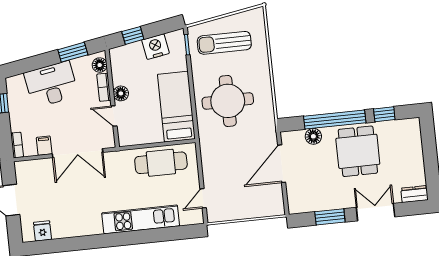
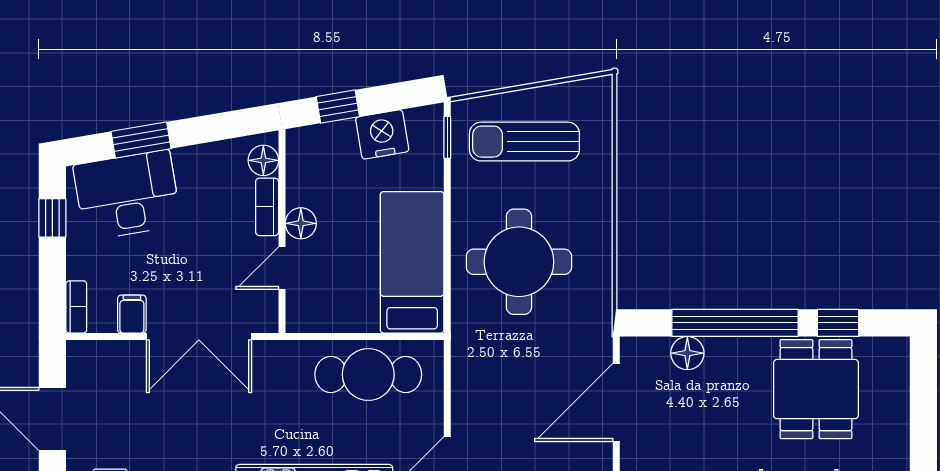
window: (73, 52) -> (141, 140), moved
desk: (51, 84) -> (127, 195), moved
door: (114, 116) -> (282, 268), hinge flipped
dining table: (358, 151) -> (816, 389), moved

